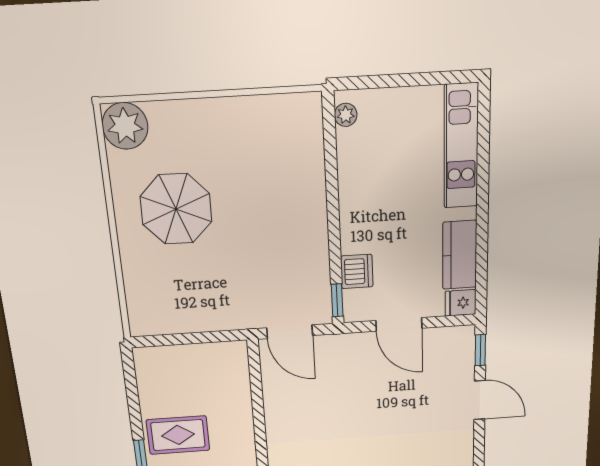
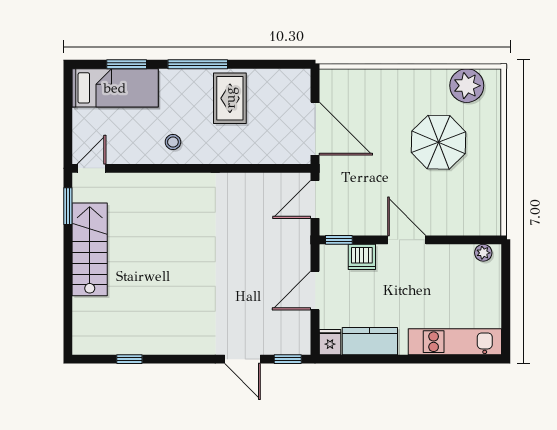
plant: (125, 126) -> (467, 86), moved
parasol: (176, 209) -> (439, 142), moved
door: (333, 217) -> (407, 240), added
door: (204, 337) -> (315, 129), added
door: (480, 400) -> (243, 359), hinge flipped

